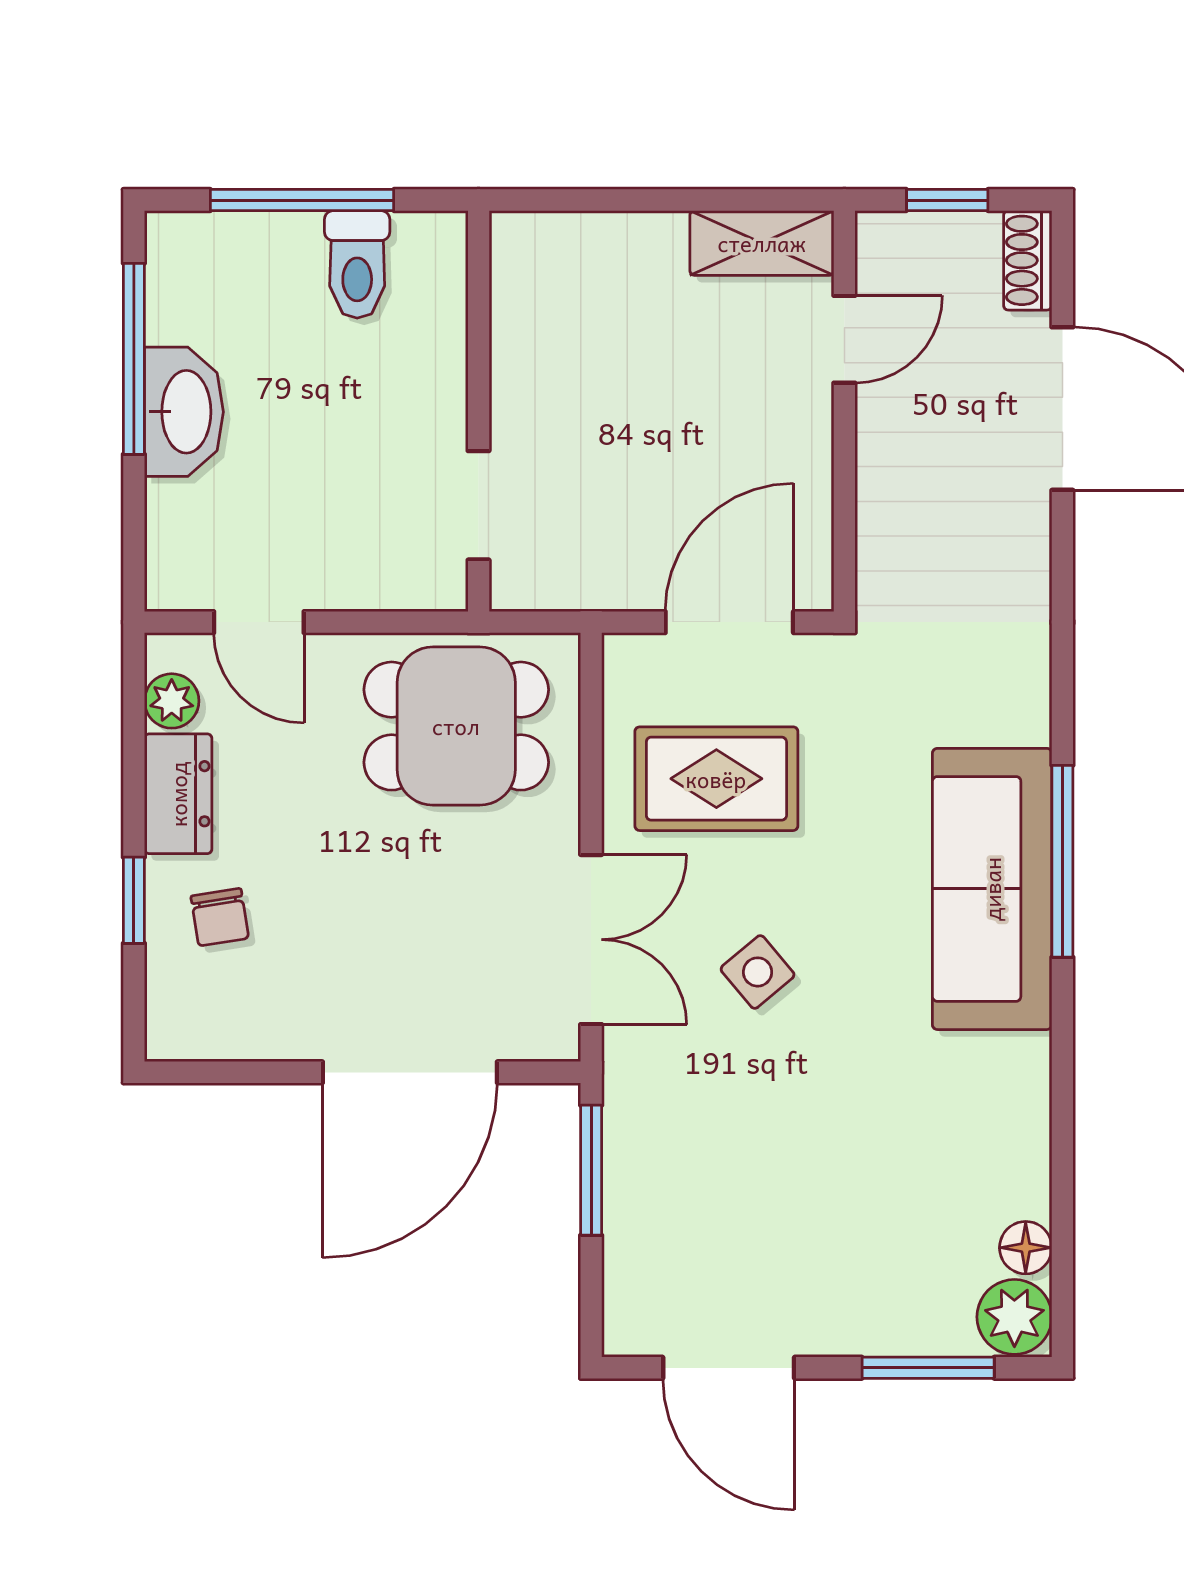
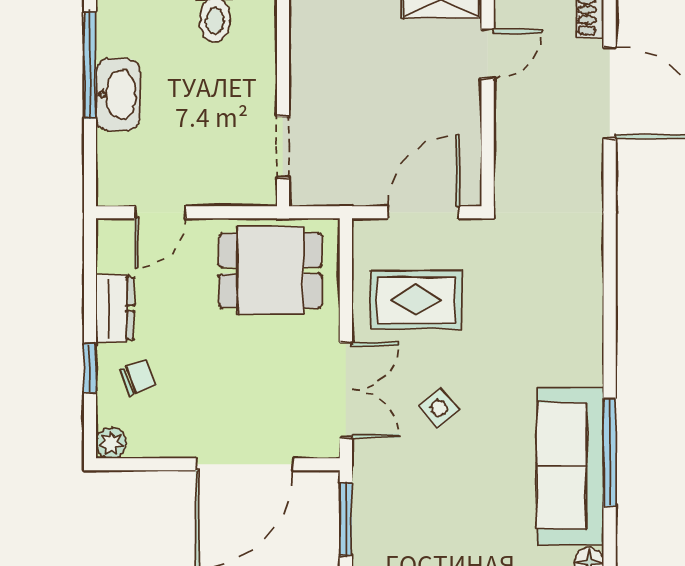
door: (259, 622) -> (160, 212), hinge flipped
plant: (172, 701) -> (111, 443), moved
window: (1062, 861) -> (610, 452), moved
sofa: (992, 889) -> (570, 466), moved
chair: (220, 917) -> (138, 377), turned -102

